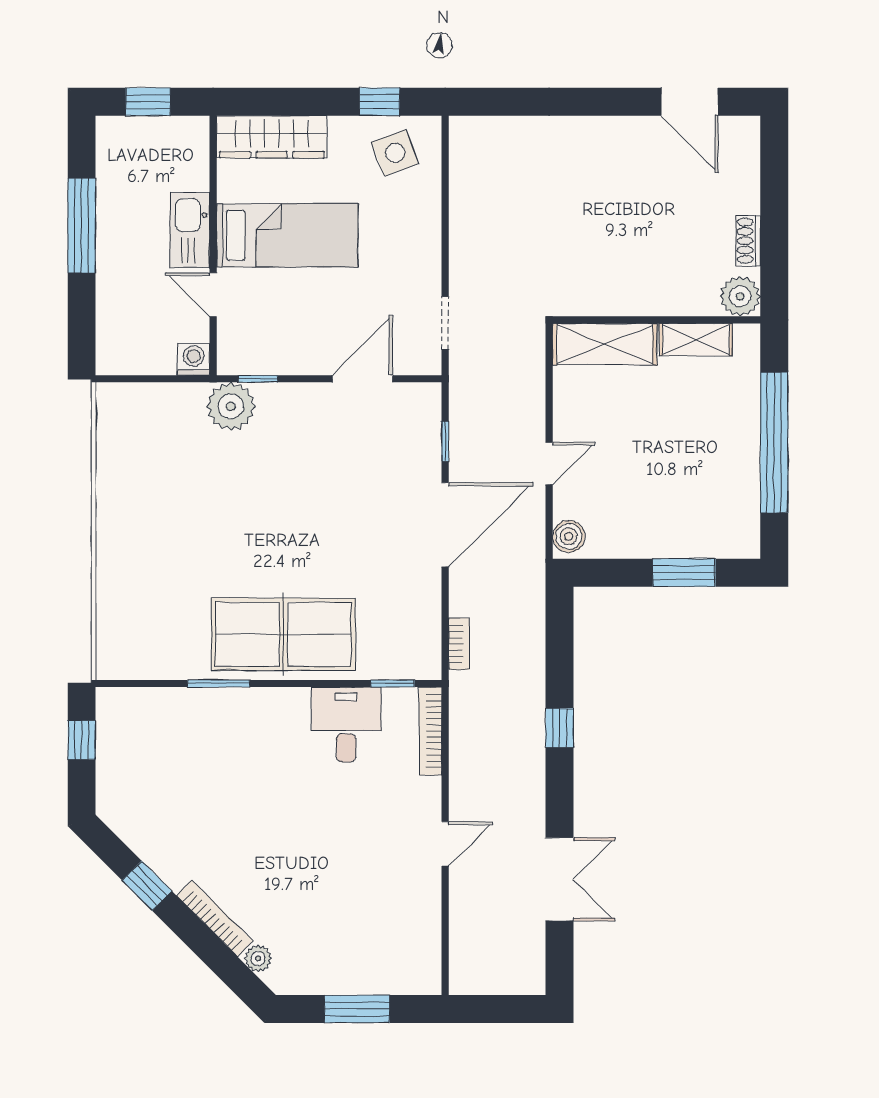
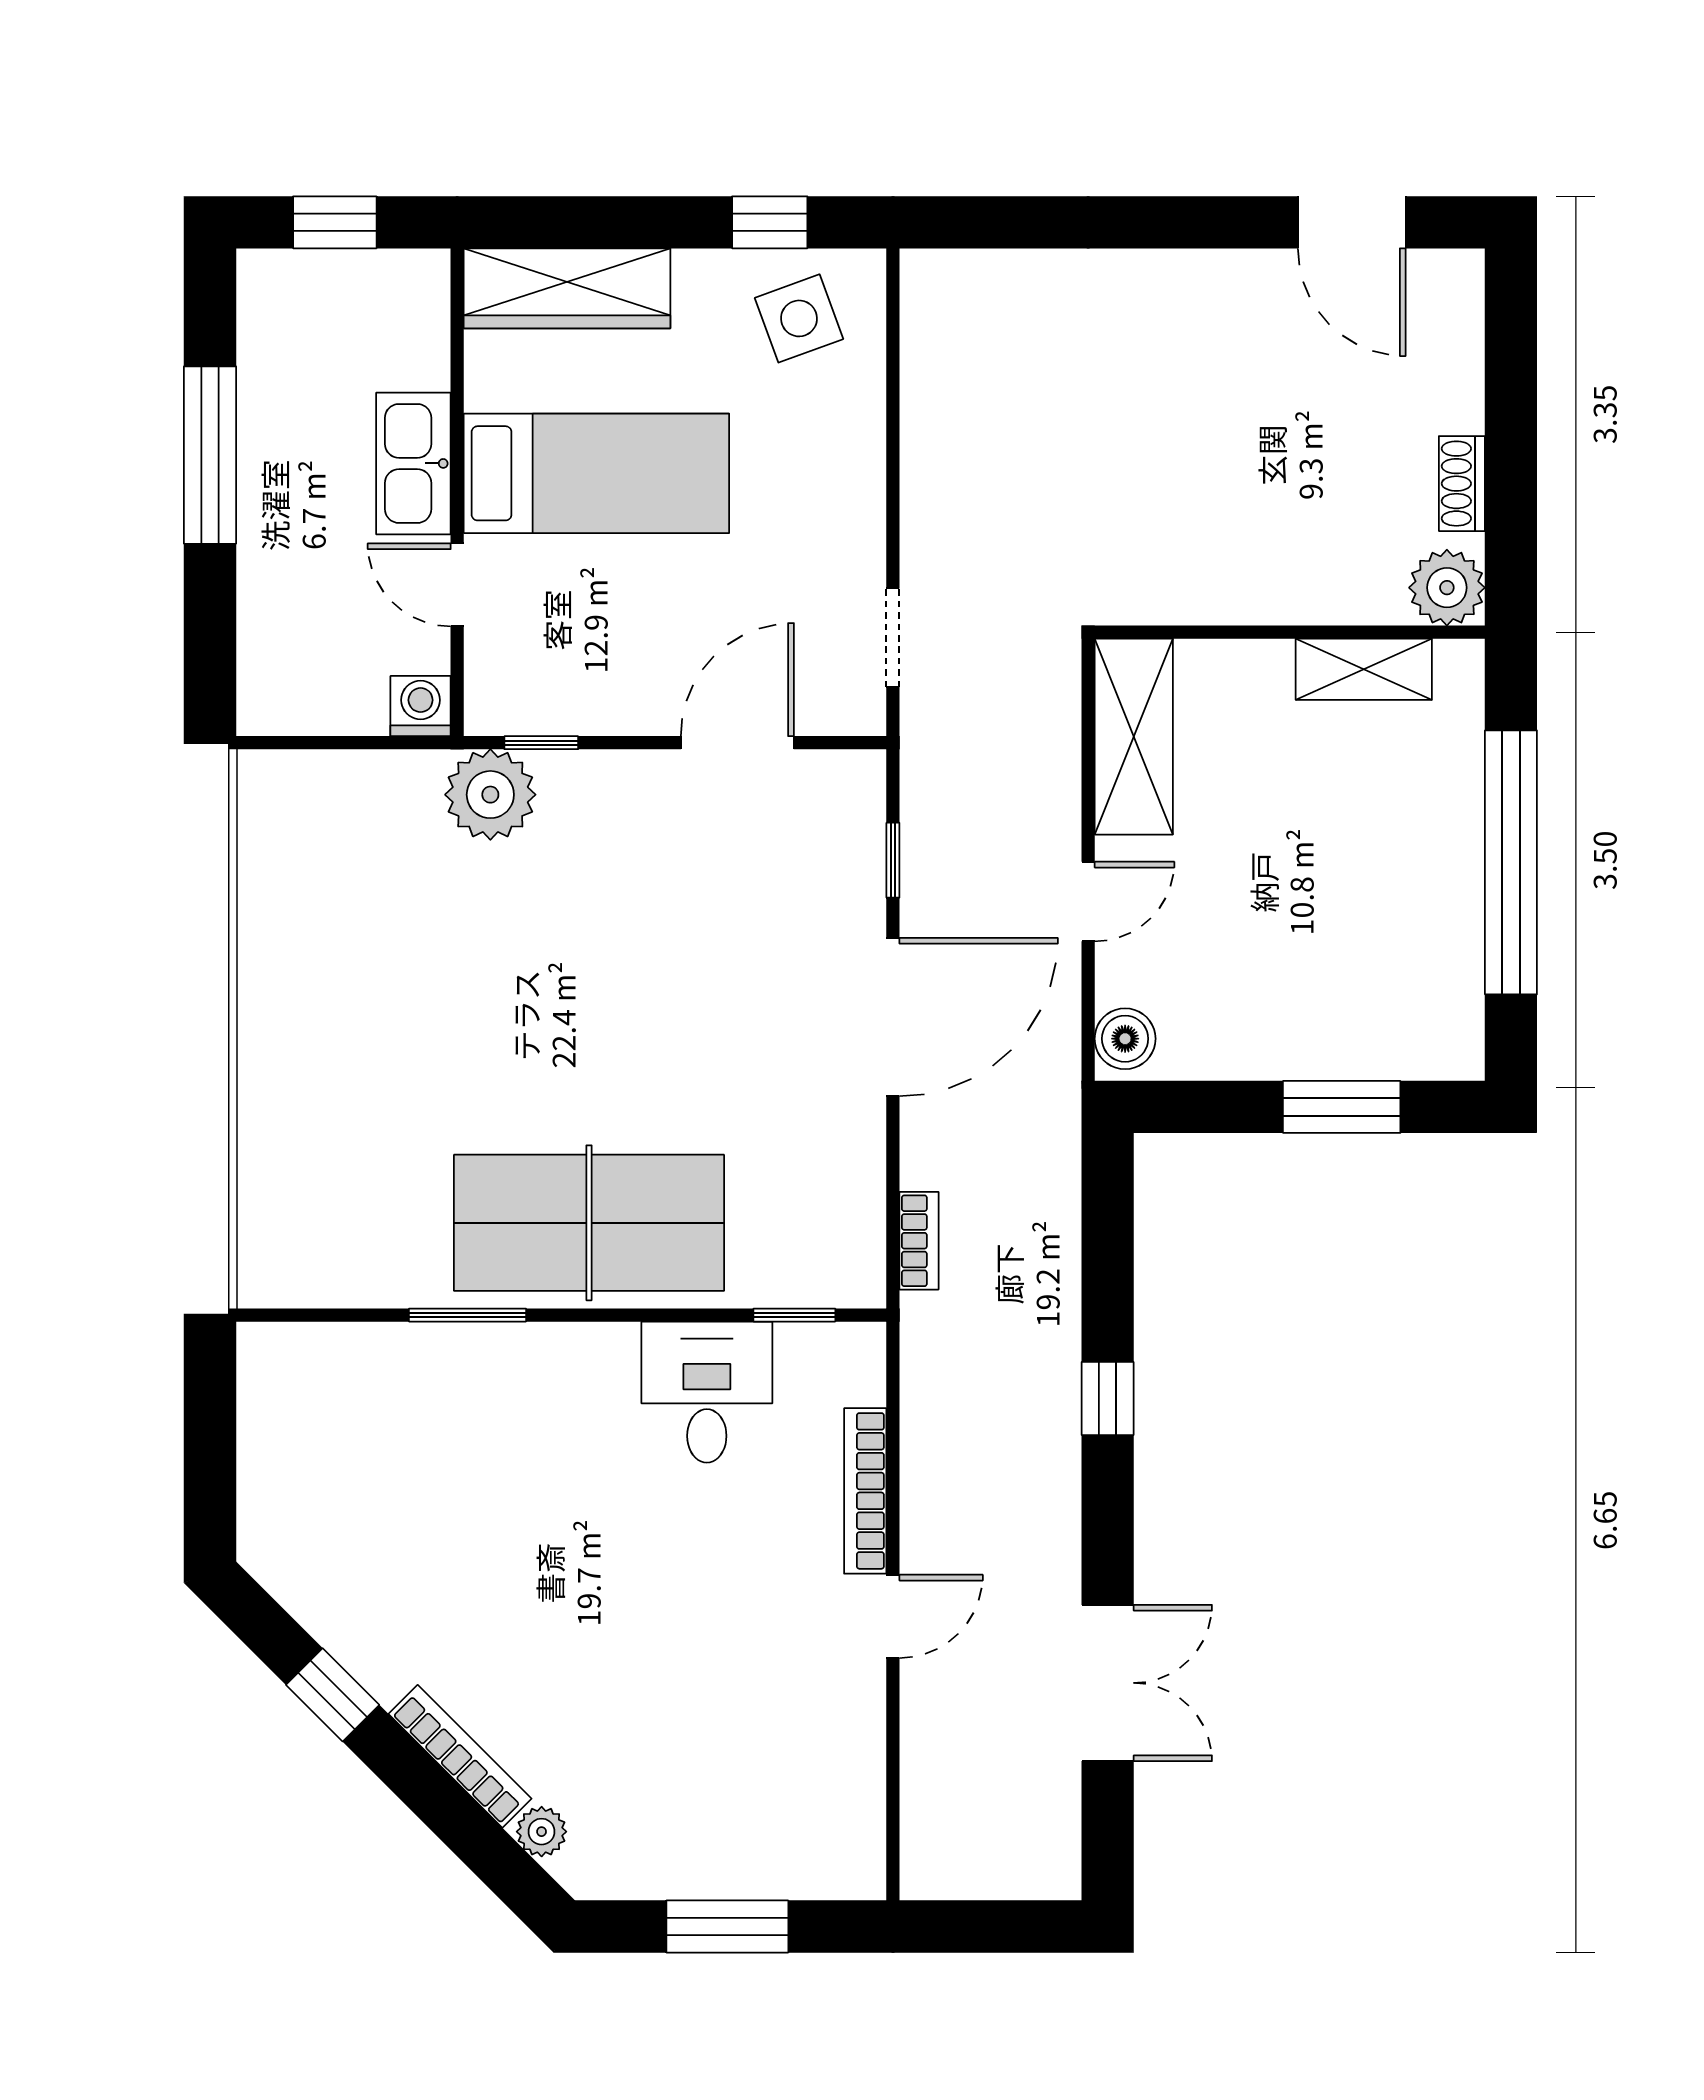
shelving: (605, 344) -> (1134, 737), moved, turned 90
bookcase: (430, 731) -> (865, 1491), moved
window: (82, 740) -> (210, 1421), removed

